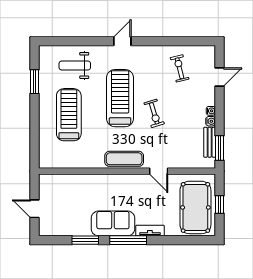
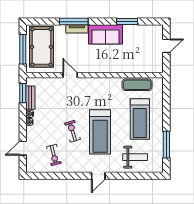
window: (35, 82) -> (166, 145), width x1.44
exercise bike: (154, 113) -> (72, 131), moved
exercise mat: (124, 159) -> (137, 85), moved
window: (220, 204) -> (23, 49), width x2.17
door: (35, 209) -> (166, 46), hinge flipped
window: (128, 240) -> (74, 22), moved

